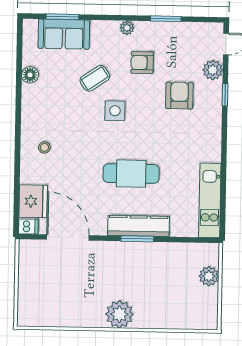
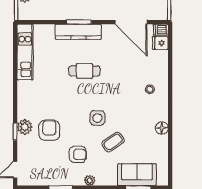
plant: (213, 70) -> (25, 127), moved
floor lamp: (30, 75) -> (162, 128), moved
armchair: (179, 95) -> (49, 130), turned 180
cafe table: (131, 174) -> (84, 71), width x0.73, depth x0.74
fridge: (33, 201) -> (160, 43), width x0.53, depth x0.75

